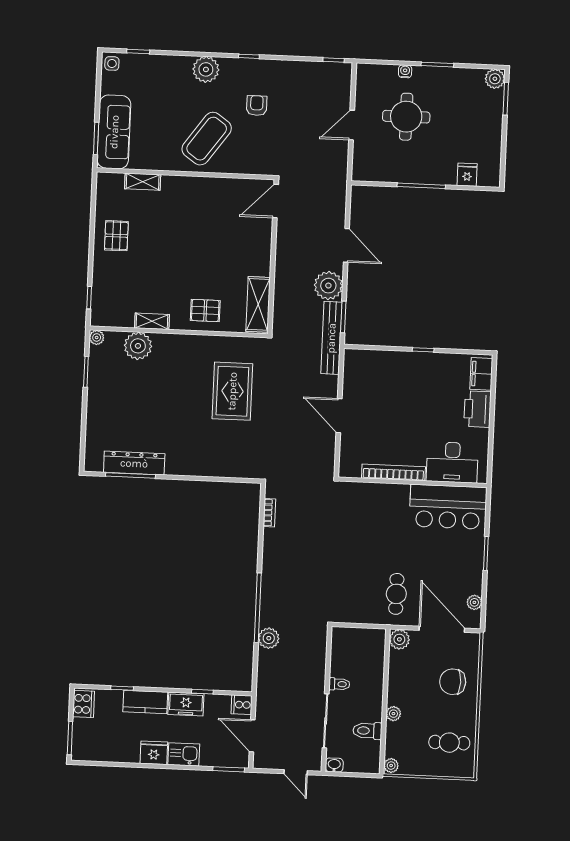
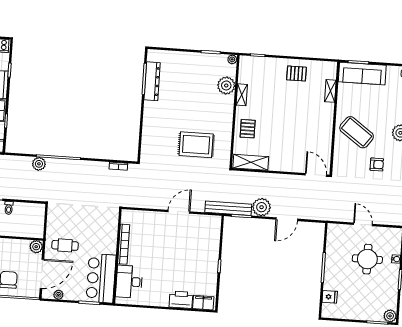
desk: (452, 462) -> (129, 282), moved
bookcase: (393, 472) -> (124, 244), moved
wall: (413, 482) -> (117, 256), moved
bar counter: (448, 507) -> (101, 278), moved

